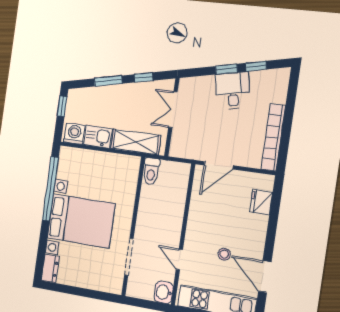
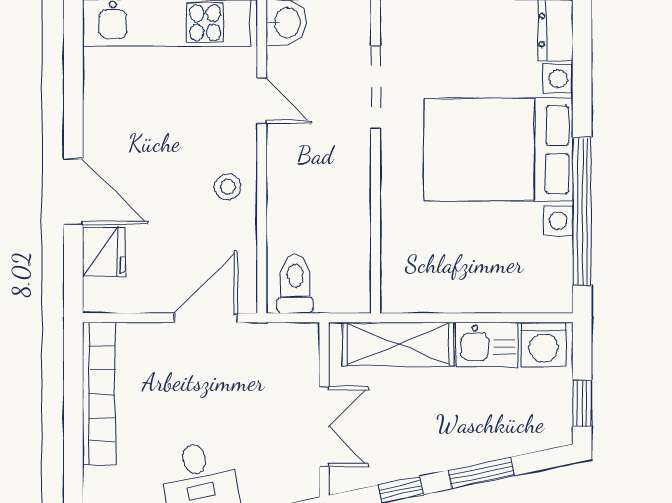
toilet: (151, 171) -> (295, 284), moved
stool: (224, 254) -> (228, 187), moved
door: (265, 277) -> (73, 192), moved

